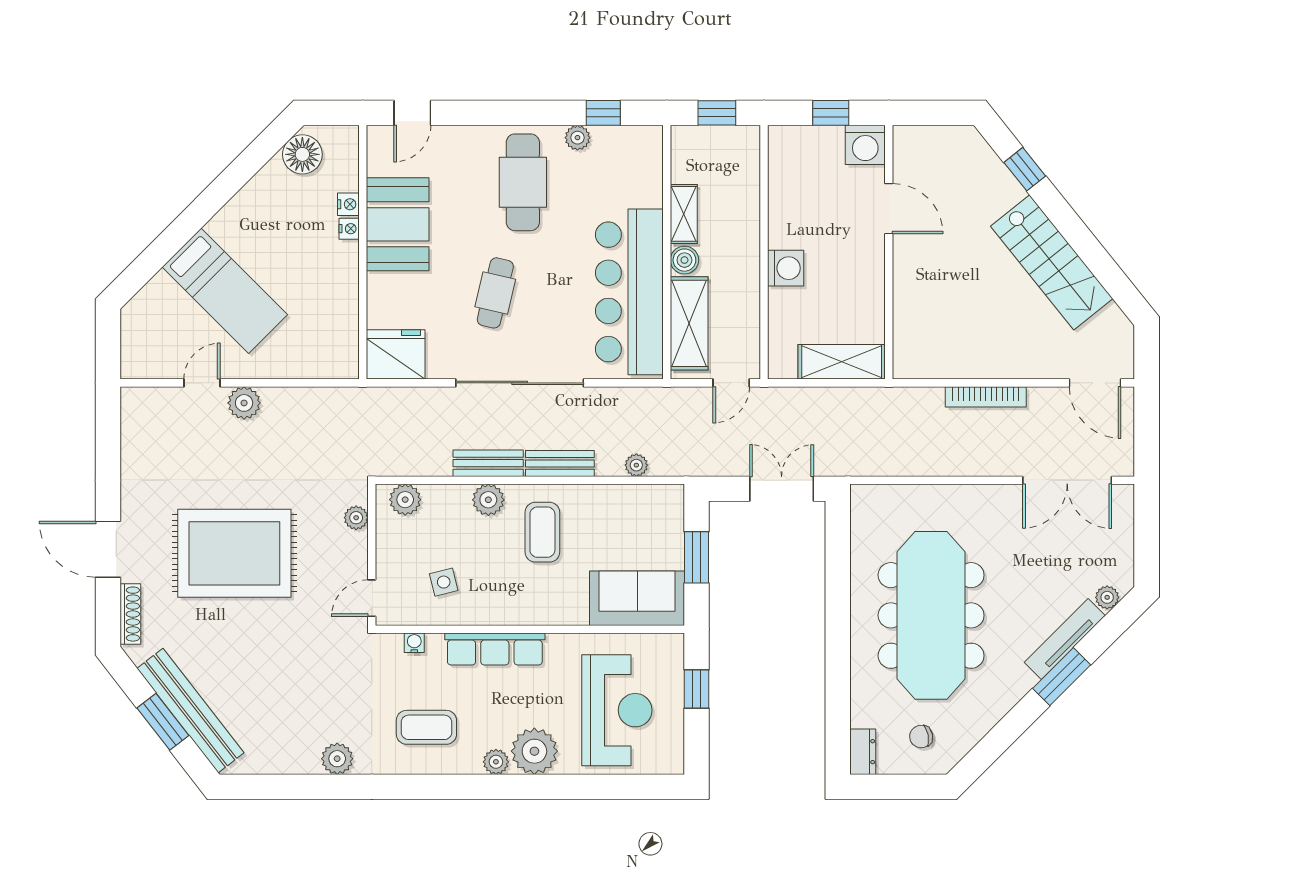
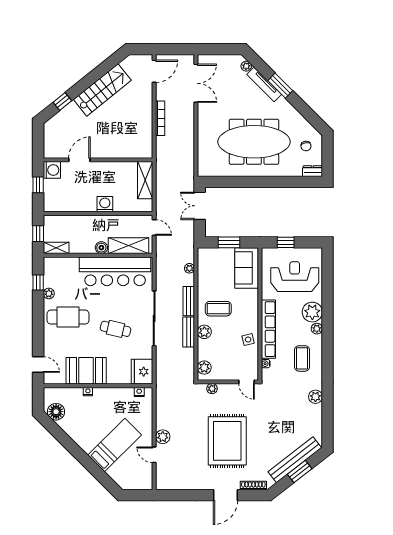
nightstand: (348, 204) -> (139, 392), moved
shelving: (684, 214) -> (56, 248), moved
side table: (444, 582) -> (248, 340), moved
row of seats: (495, 649) -> (268, 329), width x1.36

